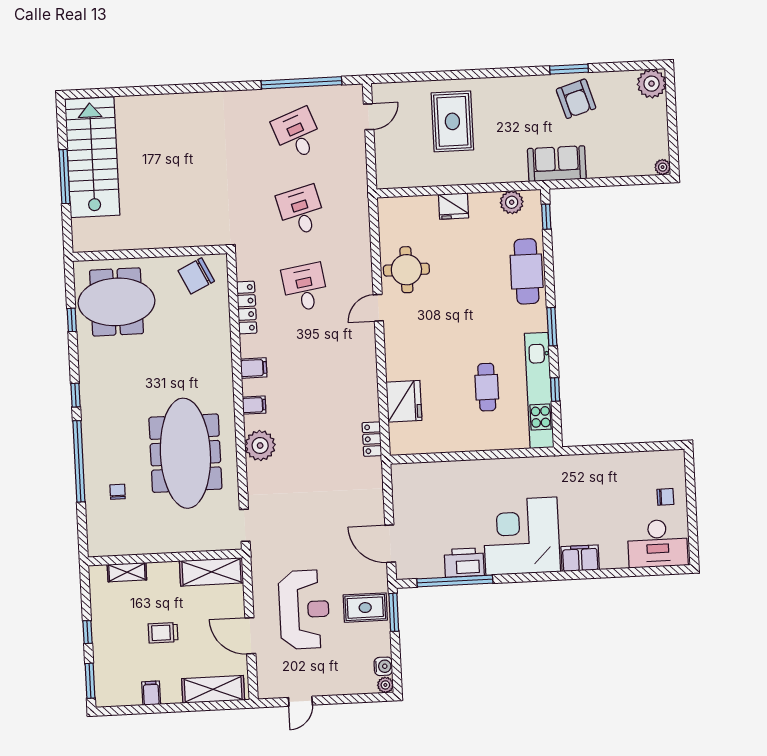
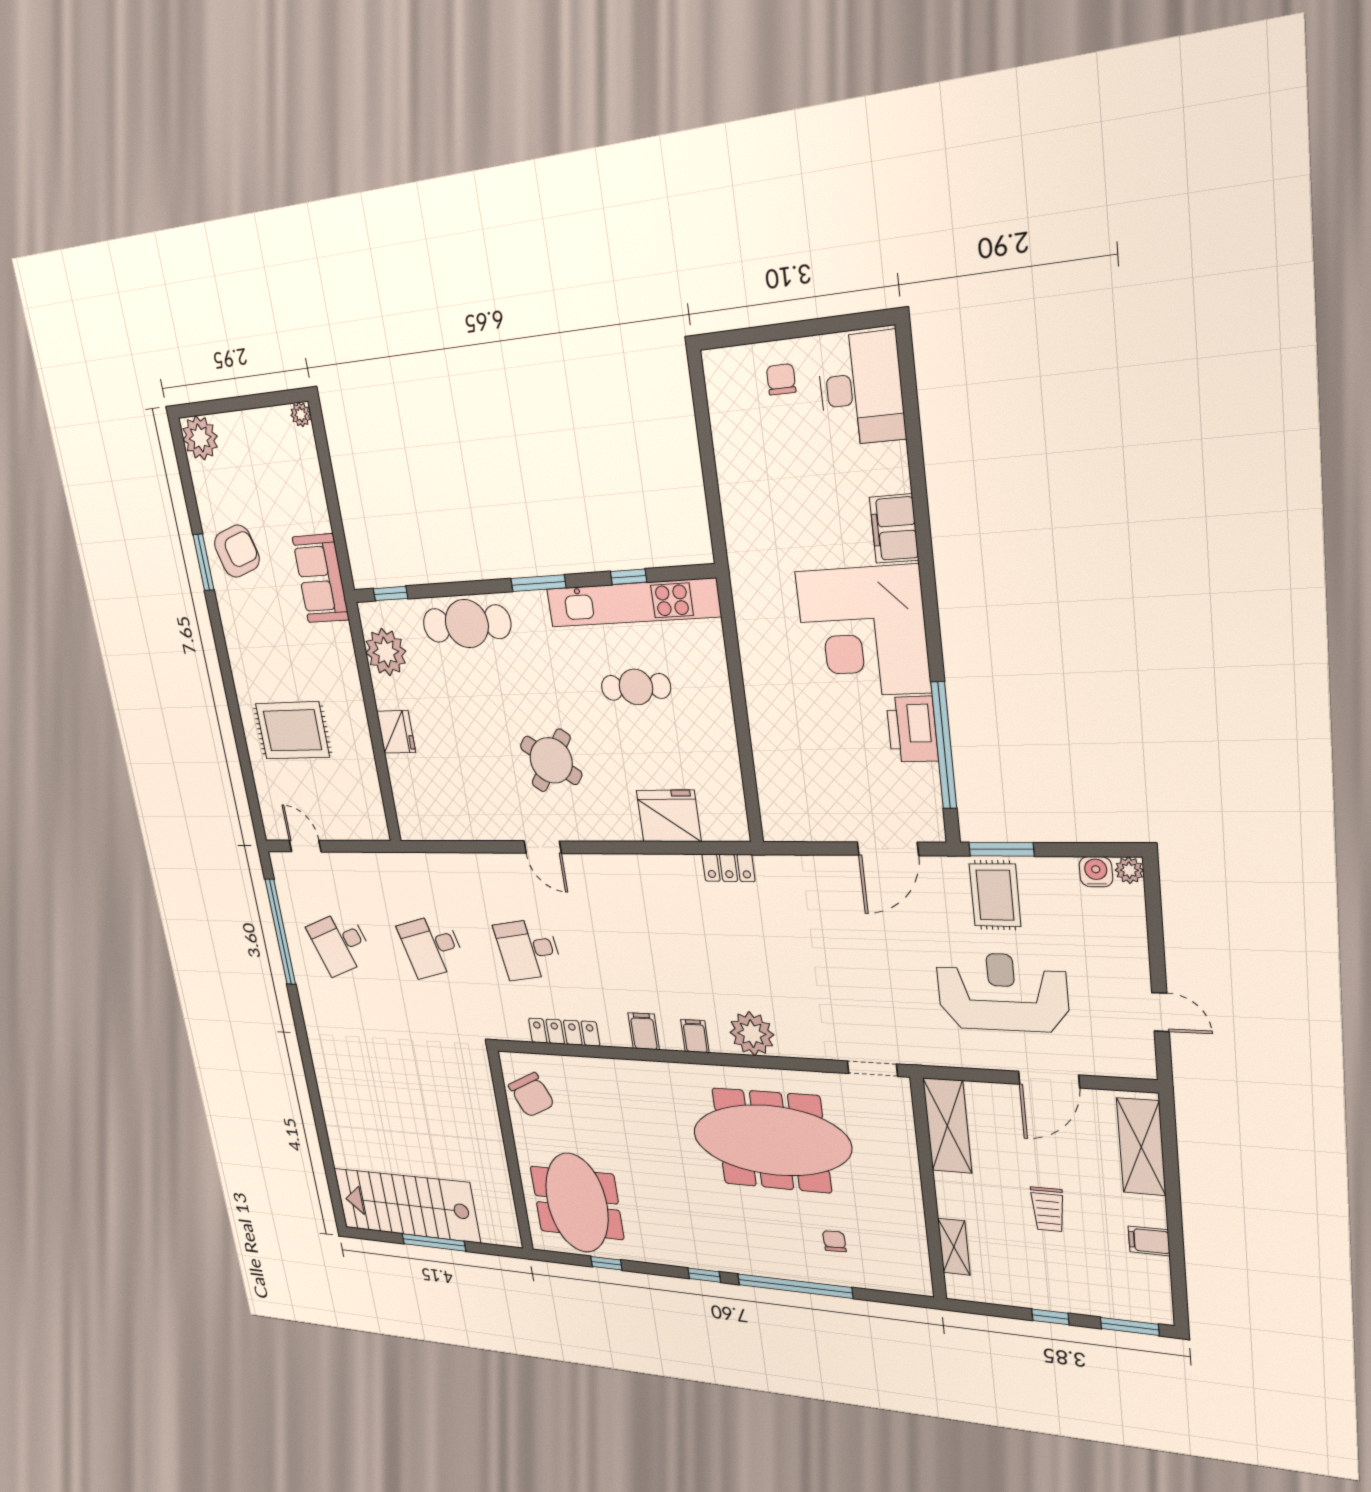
plant: (512, 202) -> (386, 652), width x1.36, depth x1.36
round table: (406, 270) -> (551, 760), moved, turned 35
chair: (118, 492) -> (834, 1241), turned 88

